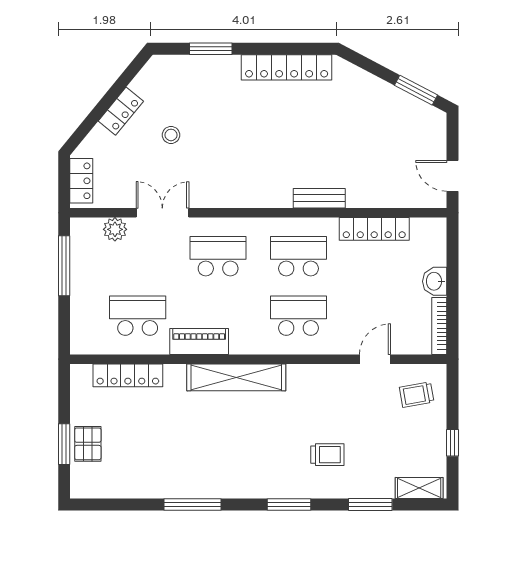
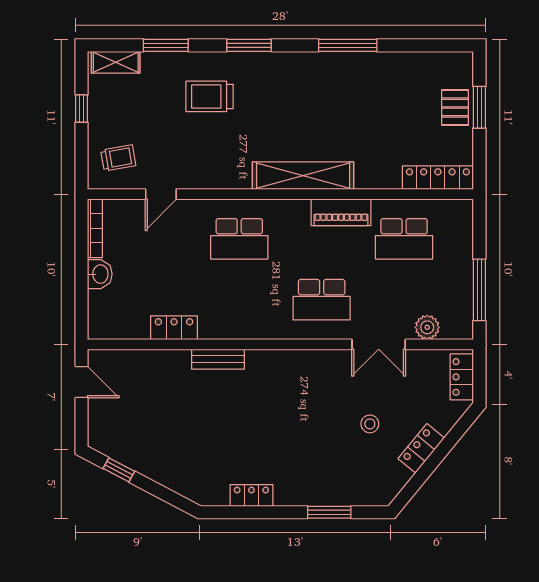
locker: (287, 67) -> (251, 495), width x0.46, depth x0.83
window: (416, 90) -> (119, 470), width x0.67
locker: (374, 229) -> (174, 328), width x0.66
school desk: (299, 256) -> (239, 300), removed
locker: (128, 375) -> (438, 178), moved
trolley: (327, 455) -> (210, 96), width x1.36, depth x1.39

